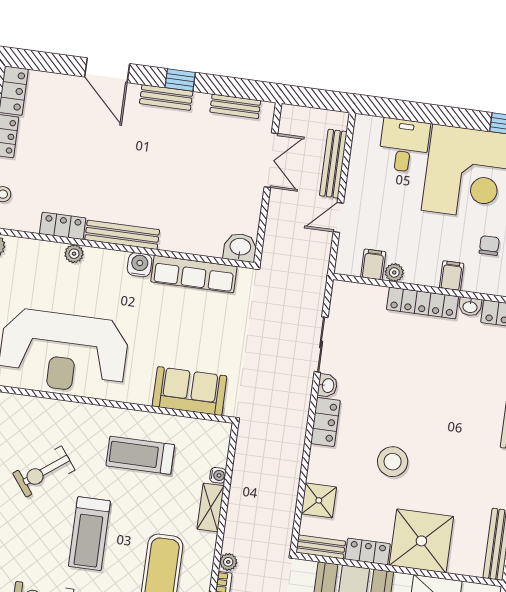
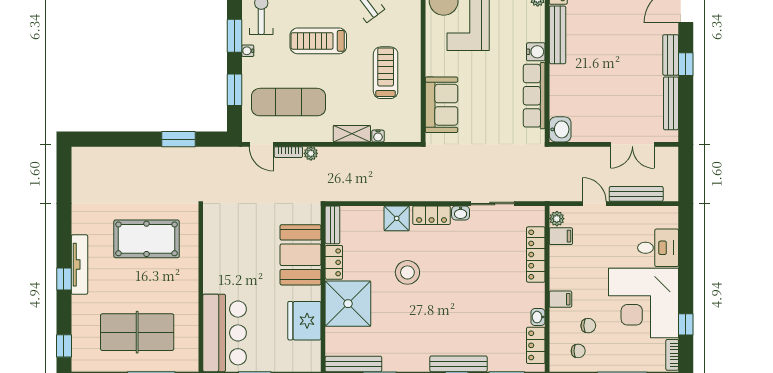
bench: (235, 106) -> (671, 103), width x1.36
plant: (394, 272) -> (557, 219), moved
locker: (422, 303) -> (536, 255), moved
shower: (319, 500) -> (397, 218), moved

